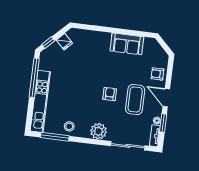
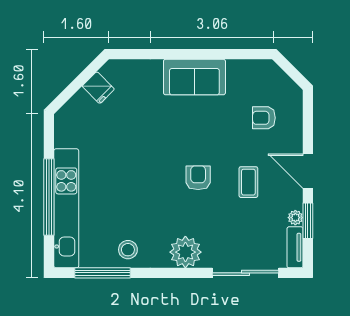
window: (48, 43) -> (67, 93), removed
sofa: (127, 44) -> (194, 77), moved
armchair: (157, 74) -> (264, 118), moved
window: (34, 78) -> (49, 197), moved
coffee table: (135, 99) -> (248, 182), width x0.54, depth x0.58

